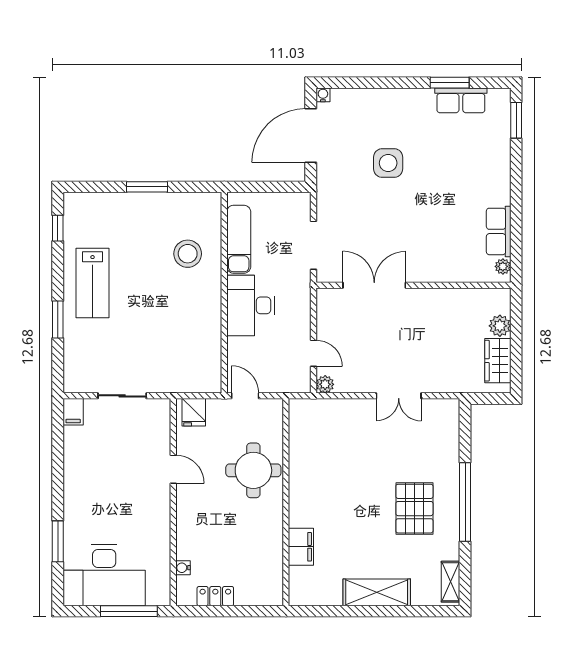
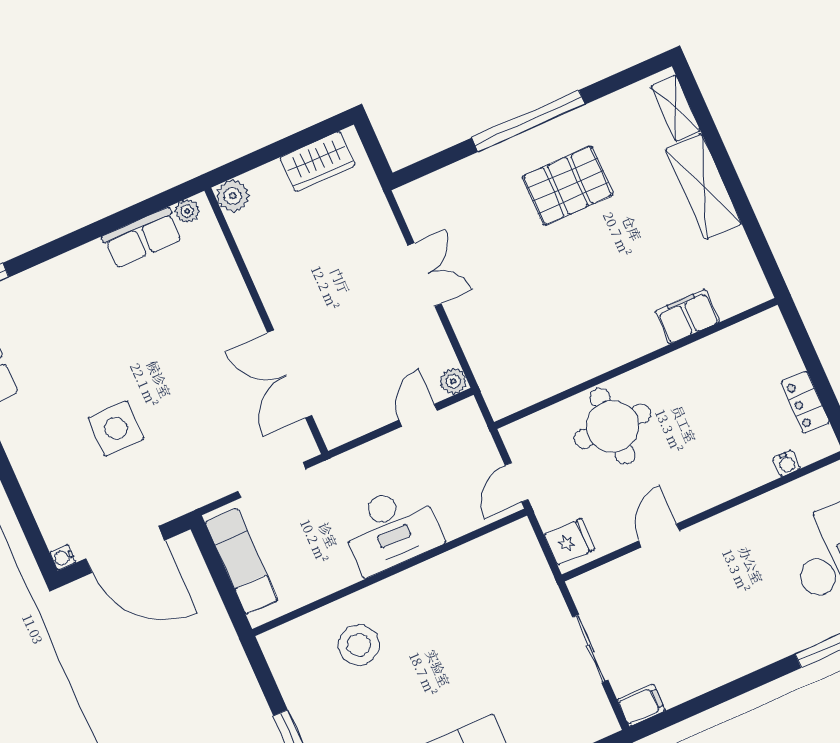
exam couch: (239, 239) -> (241, 561), moved, turned 90
plant: (500, 326) -> (233, 196), moved
shelving: (451, 582) -> (676, 108), moved, turned 90

